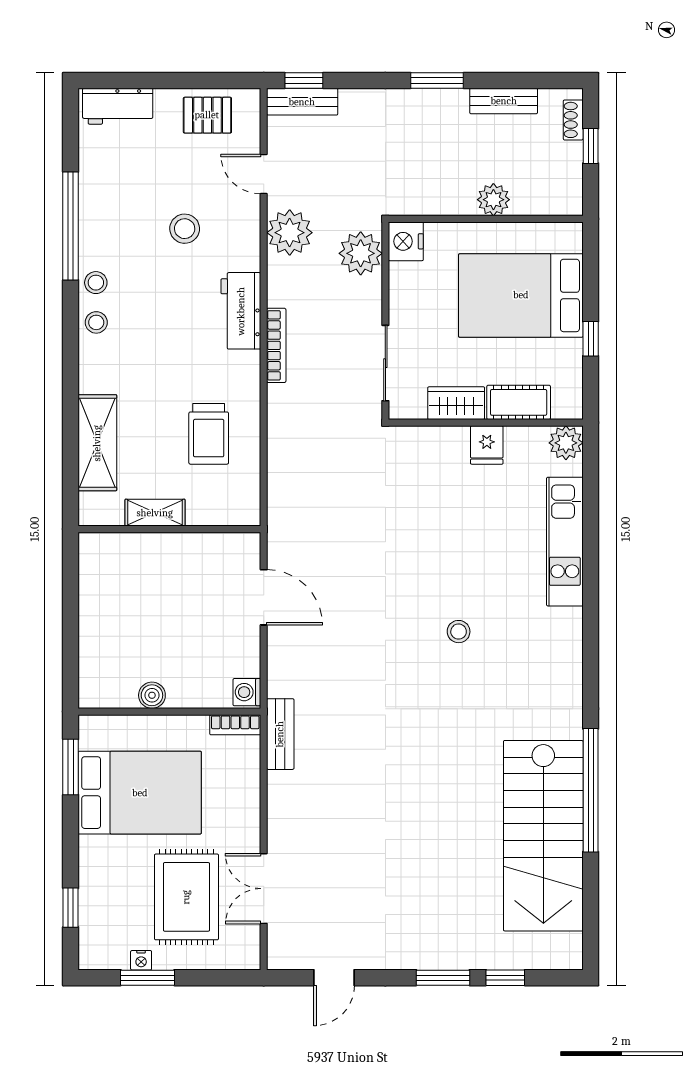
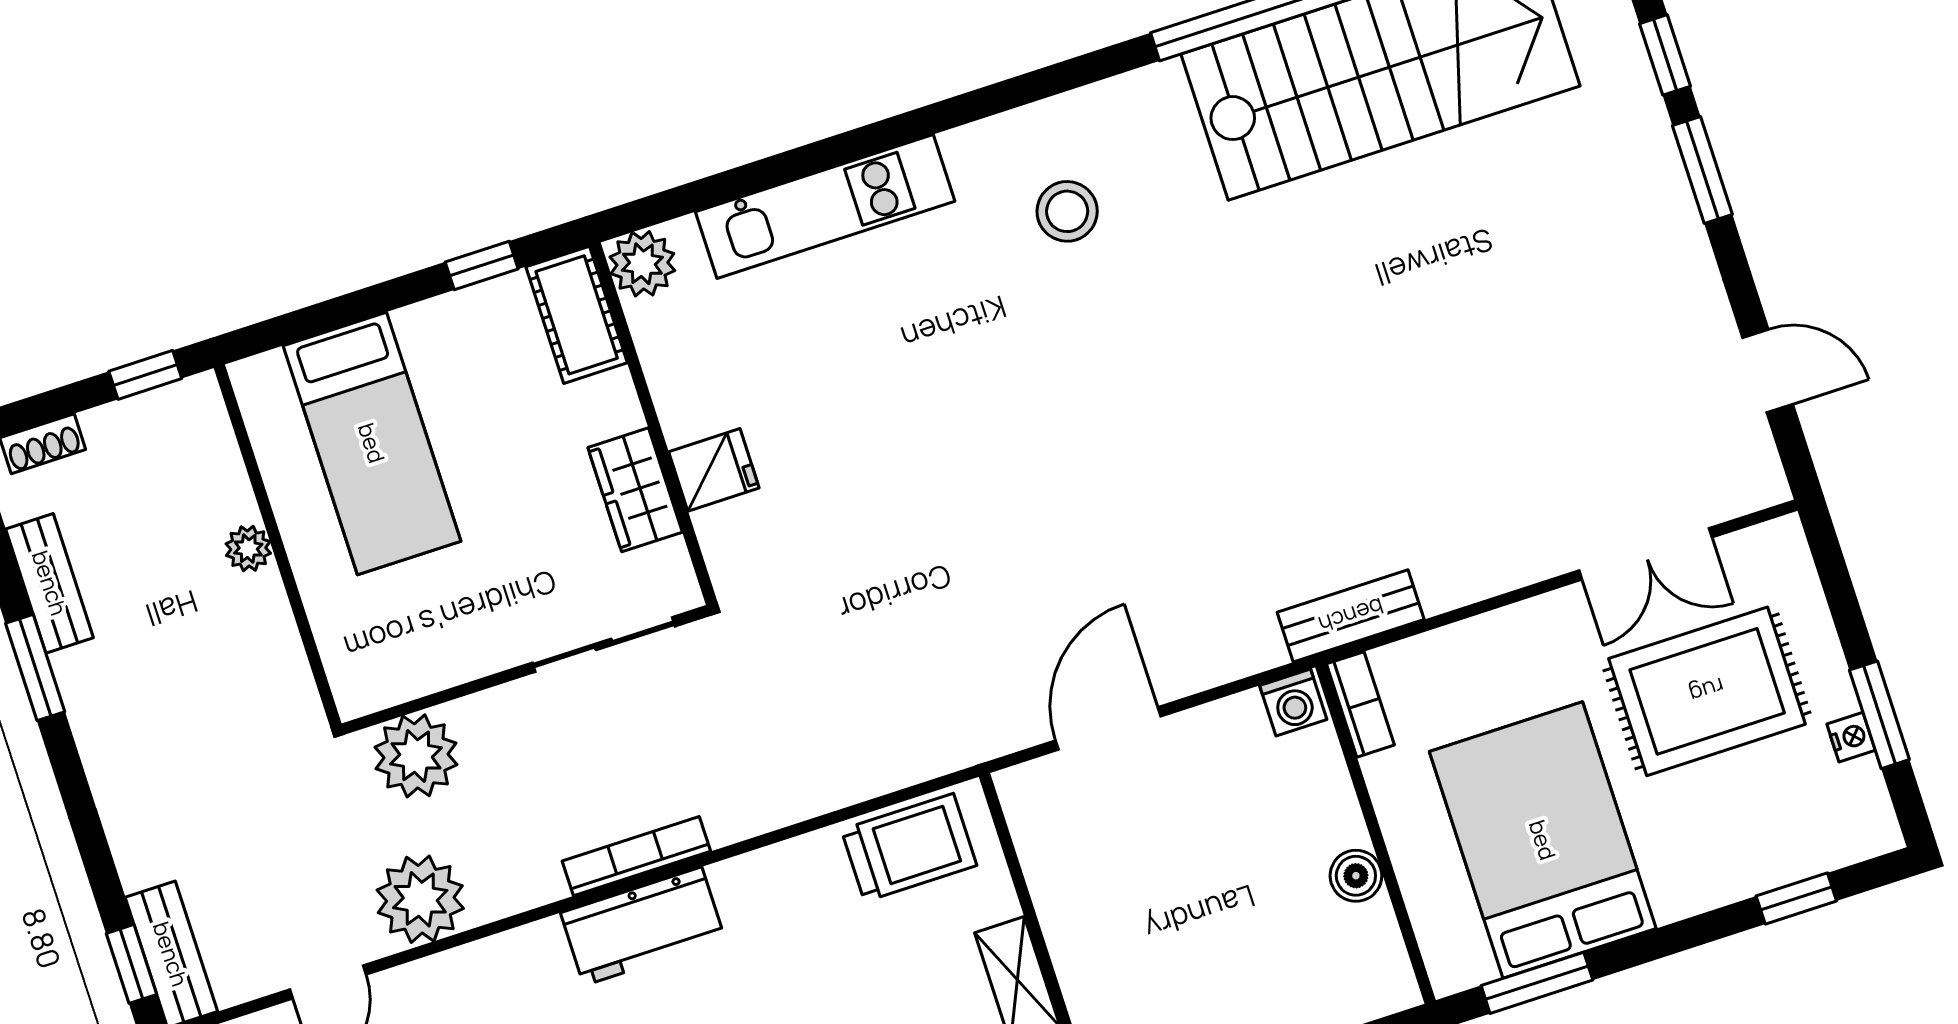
window: (437, 81) -> (35, 667), moved
window: (591, 146) -> (145, 375), moved
plant: (493, 200) -> (248, 549), width x0.73, depth x0.73
nightstand: (406, 241) -> (367, 680), removed
bed: (521, 295) -> (372, 443), width x0.67
workbench: (241, 311) -> (643, 926), moved
window: (591, 339) -> (482, 266), moved
cot: (519, 402) -> (577, 315), moved
trolley: (209, 434) -> (909, 848), moved
fridge: (487, 445) -> (714, 470), moved
stool: (459, 632) -> (1067, 211), moved, width x1.37, depth x1.37

